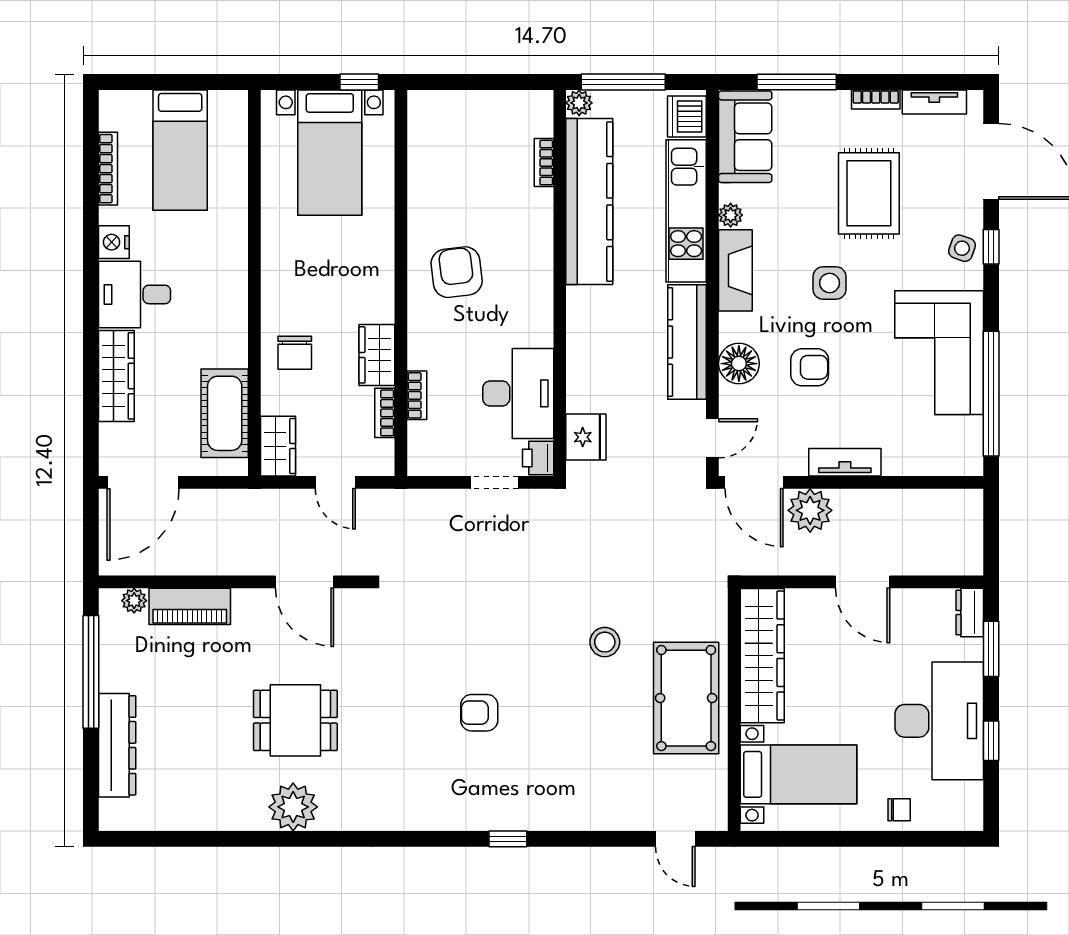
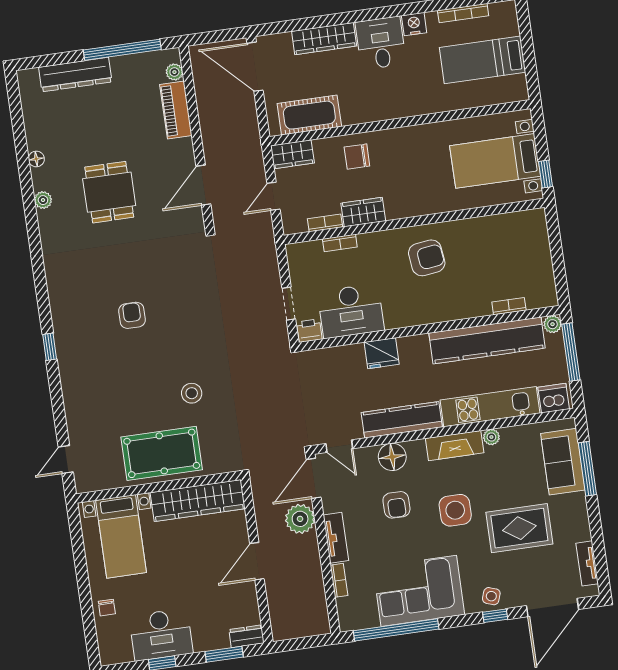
bookcase: (876, 99) -> (339, 580), moved, turned 180
sofa: (745, 137) -> (563, 462), moved, turned 90
side table: (830, 283) -> (455, 510), width x1.37, depth x1.37
fridge: (586, 437) -> (382, 353), moved
desk: (939, 721) -> (161, 635), width x0.73, depth x0.77
plant: (293, 807) -> (43, 200), width x0.53, depth x0.53
floor lamp: (232, 820) -> (36, 159), added

